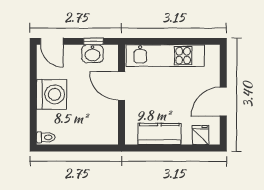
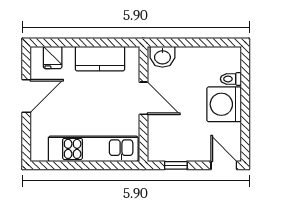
washbasin: (92, 54) -> (162, 57), moved, turned 180
door: (122, 86) -> (143, 98), moved
toilet: (46, 137) -> (231, 79), moved

